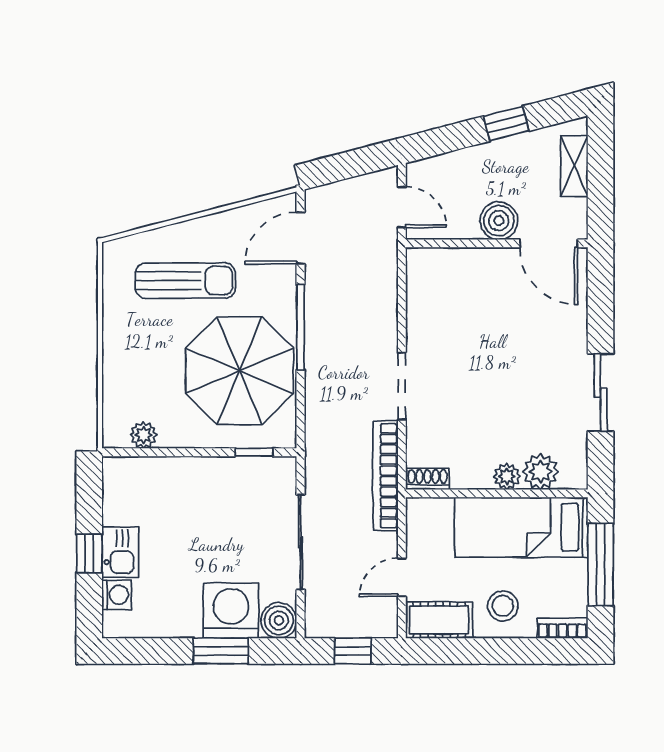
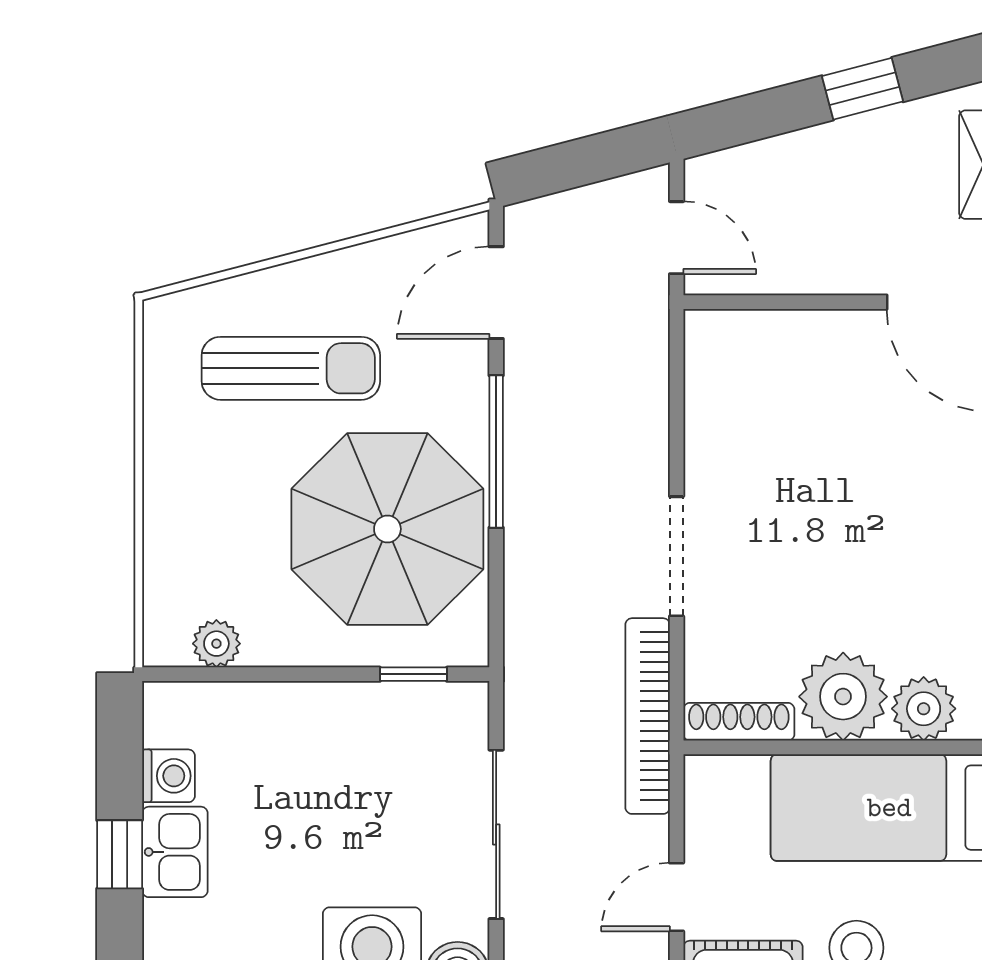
boiler: (499, 221) -> (849, 262), removed
plant: (507, 476) -> (843, 697), width x1.88, depth x1.88
shoe rack: (427, 479) -> (739, 722), width x1.43
washing machine: (117, 595) -> (169, 776), moved

